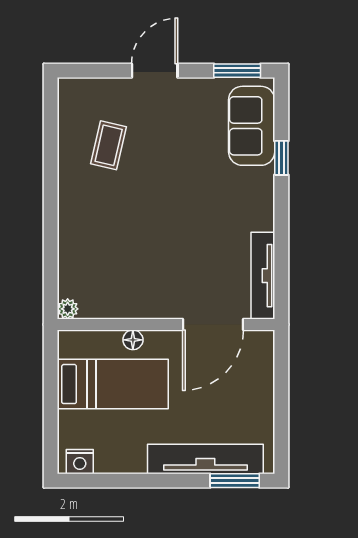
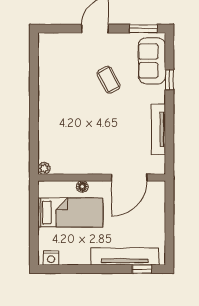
coffee table: (109, 145) -> (109, 80), moved, turned -41
tv unit: (263, 276) -> (158, 129), moved
window: (235, 481) -> (142, 269), width x0.67

